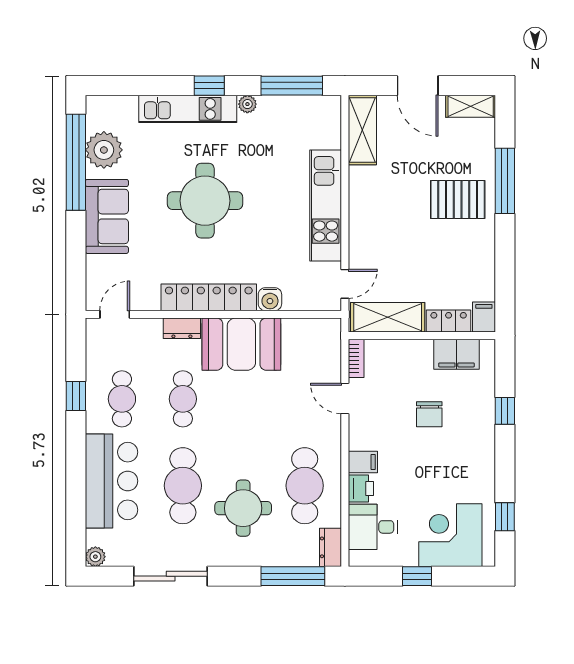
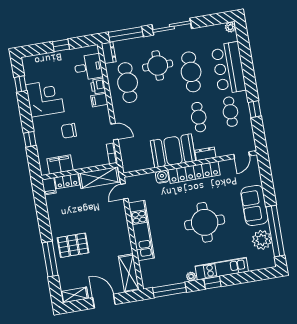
chair: (429, 414) -> (69, 131), turned -90
corner desk: (450, 535) -> (45, 98), moved, turned -90
sliding door: (171, 576) -> (172, 27), moved

